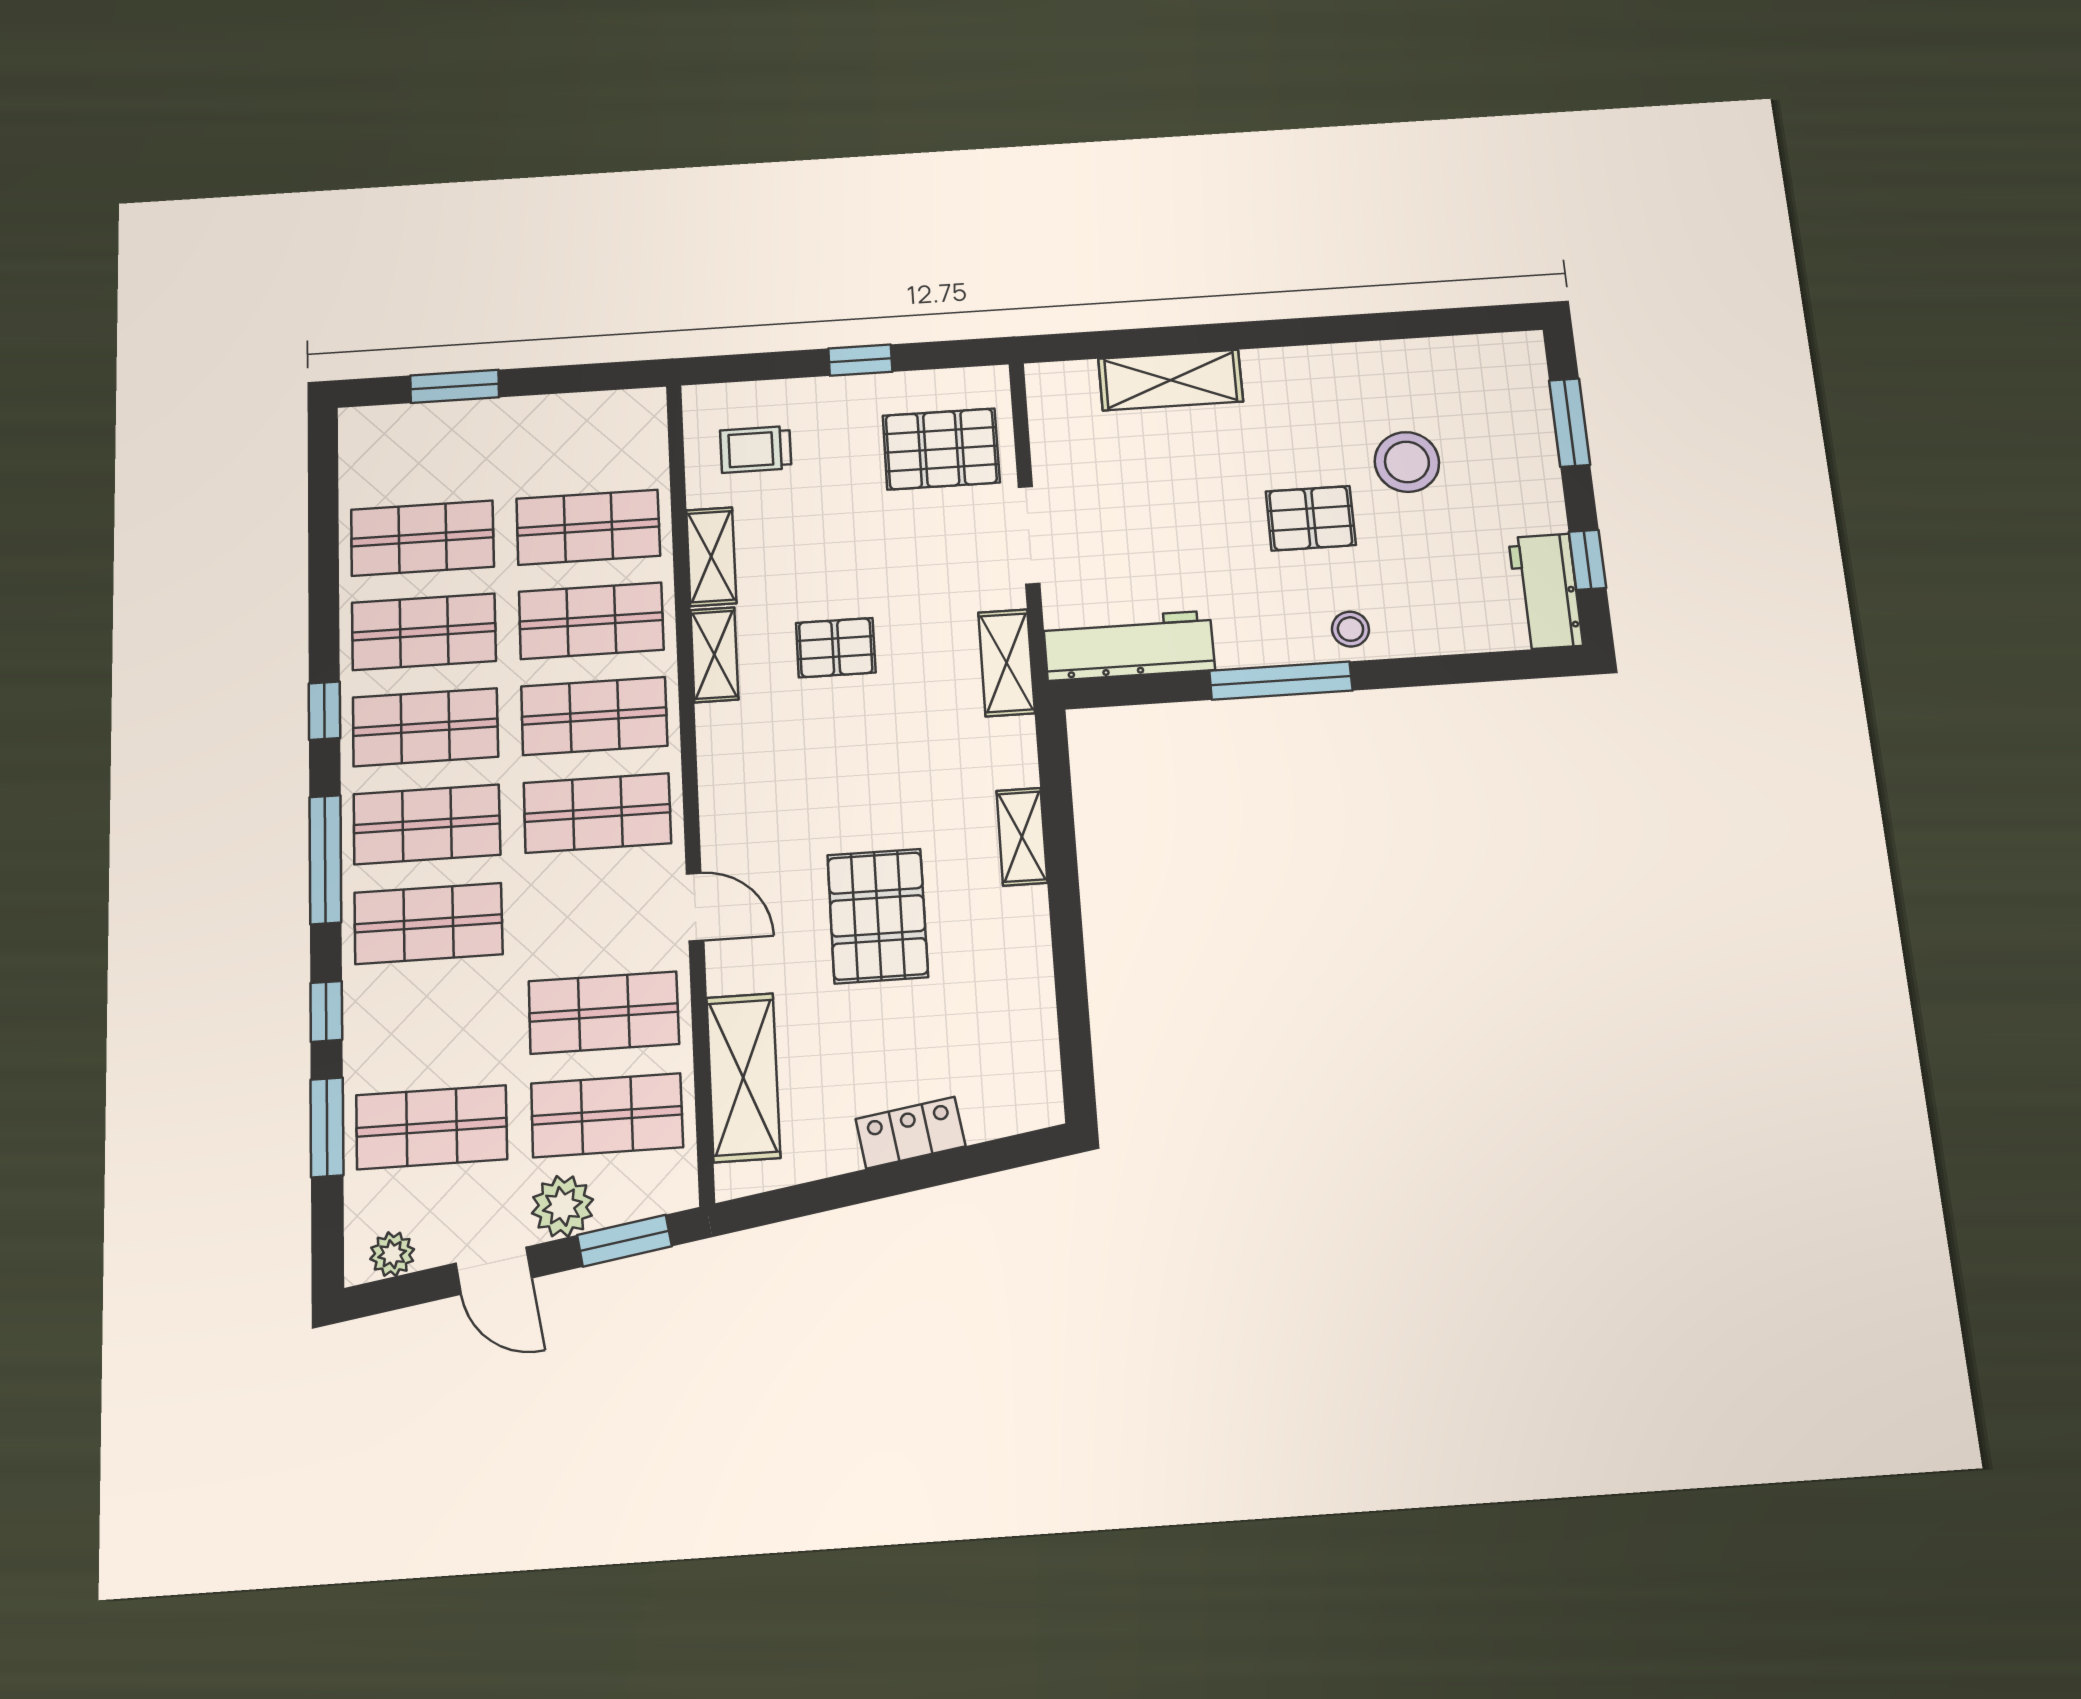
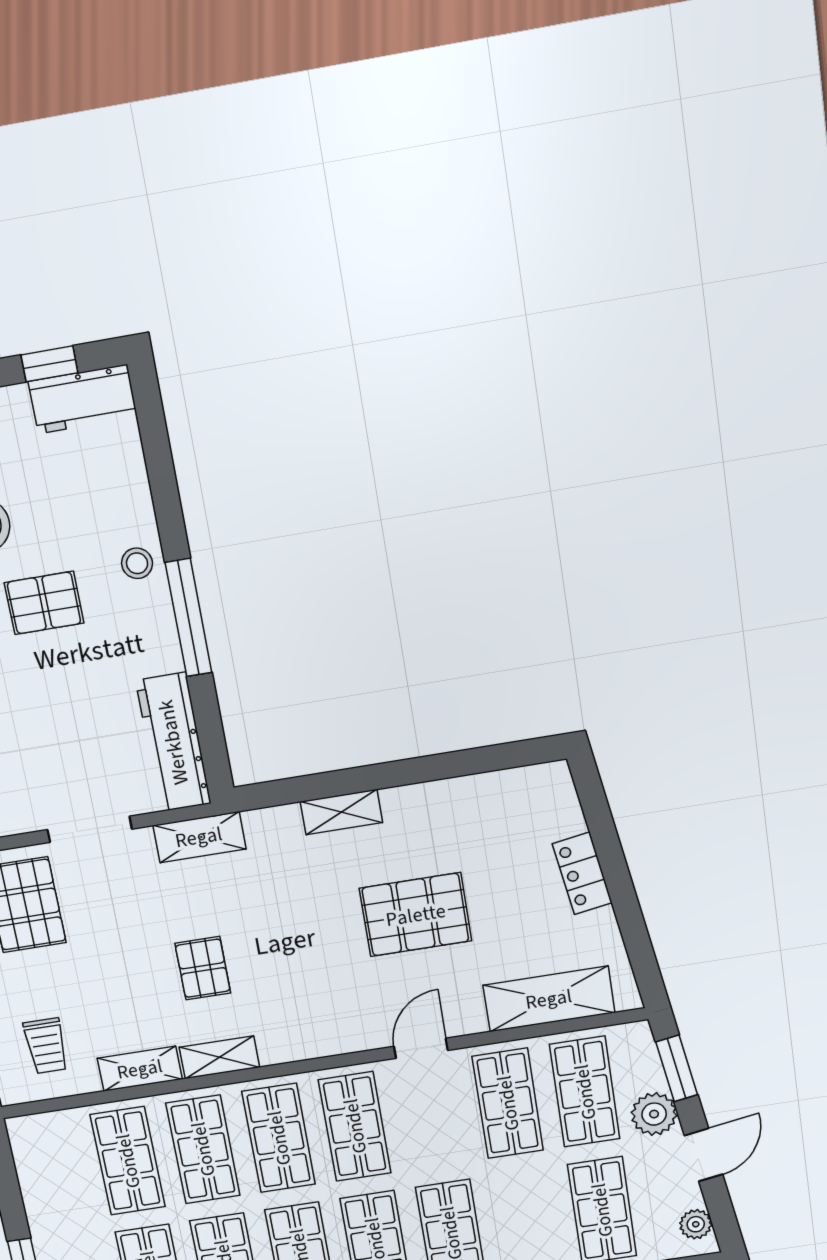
pallet: (1311, 518) -> (44, 603), turned 90

